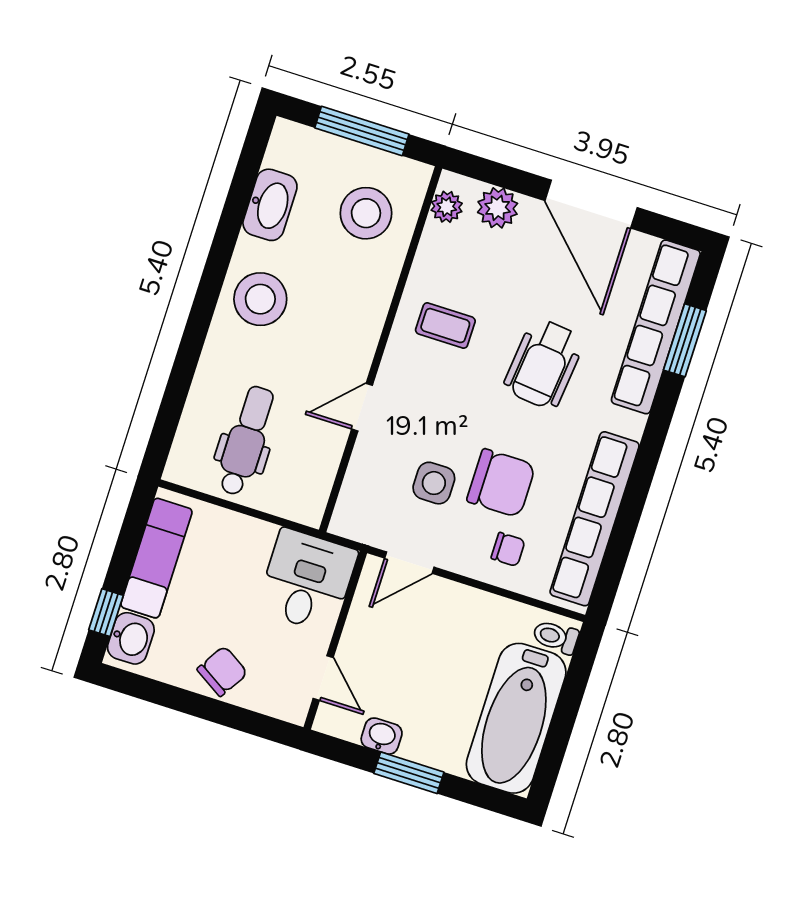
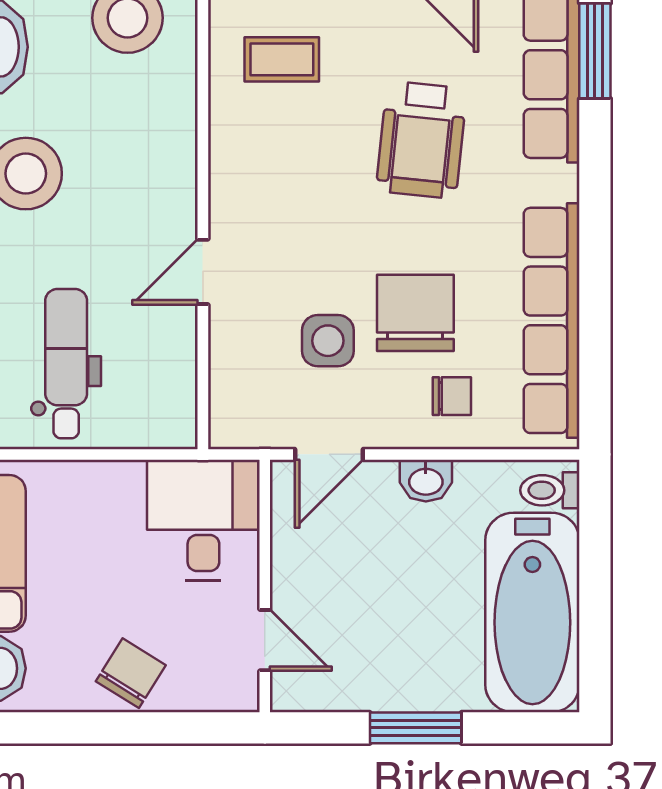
coffee table: (445, 326) -> (282, 59), moved
chair: (501, 483) -> (415, 313), turned -90
washbasin: (382, 736) -> (426, 481), moved, turned 180

